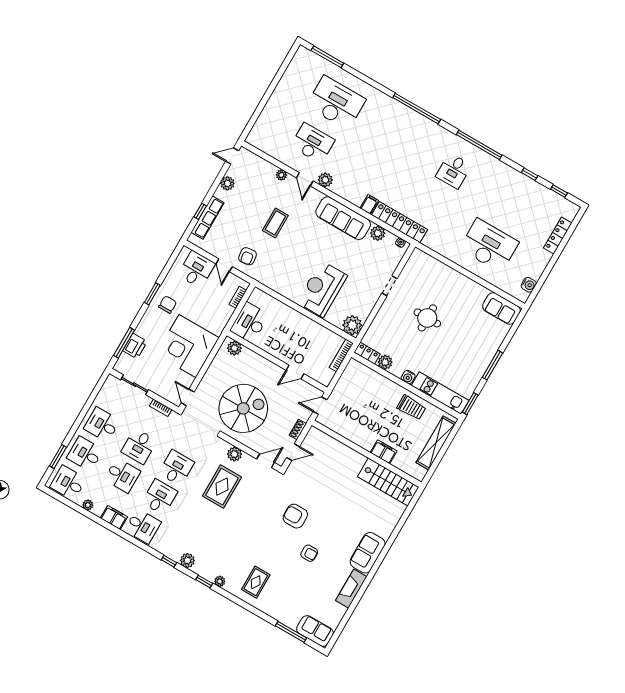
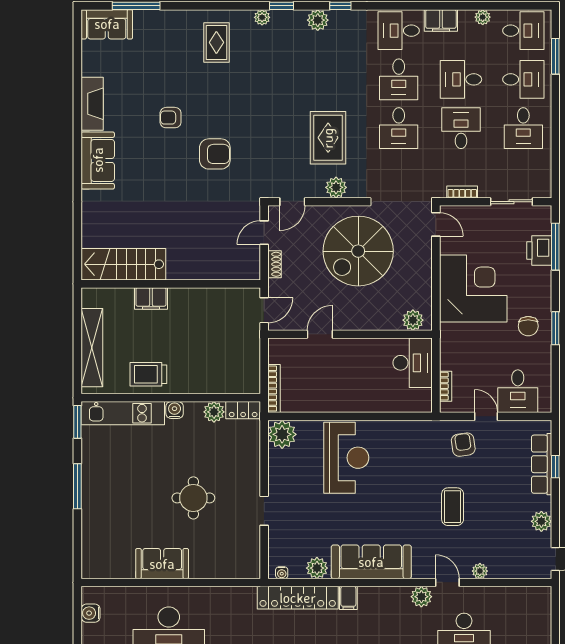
sofa: (501, 308) -> (162, 564), moved
desk: (102, 425) -> (523, 128), turned 90

